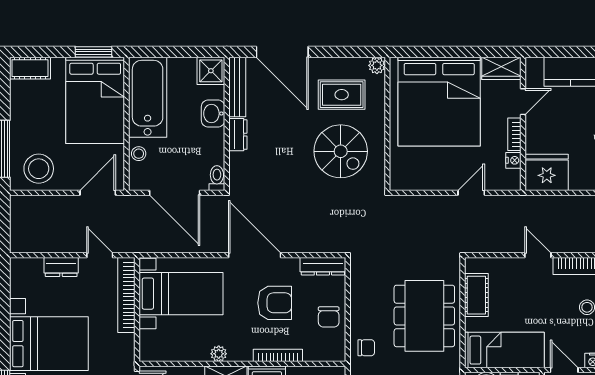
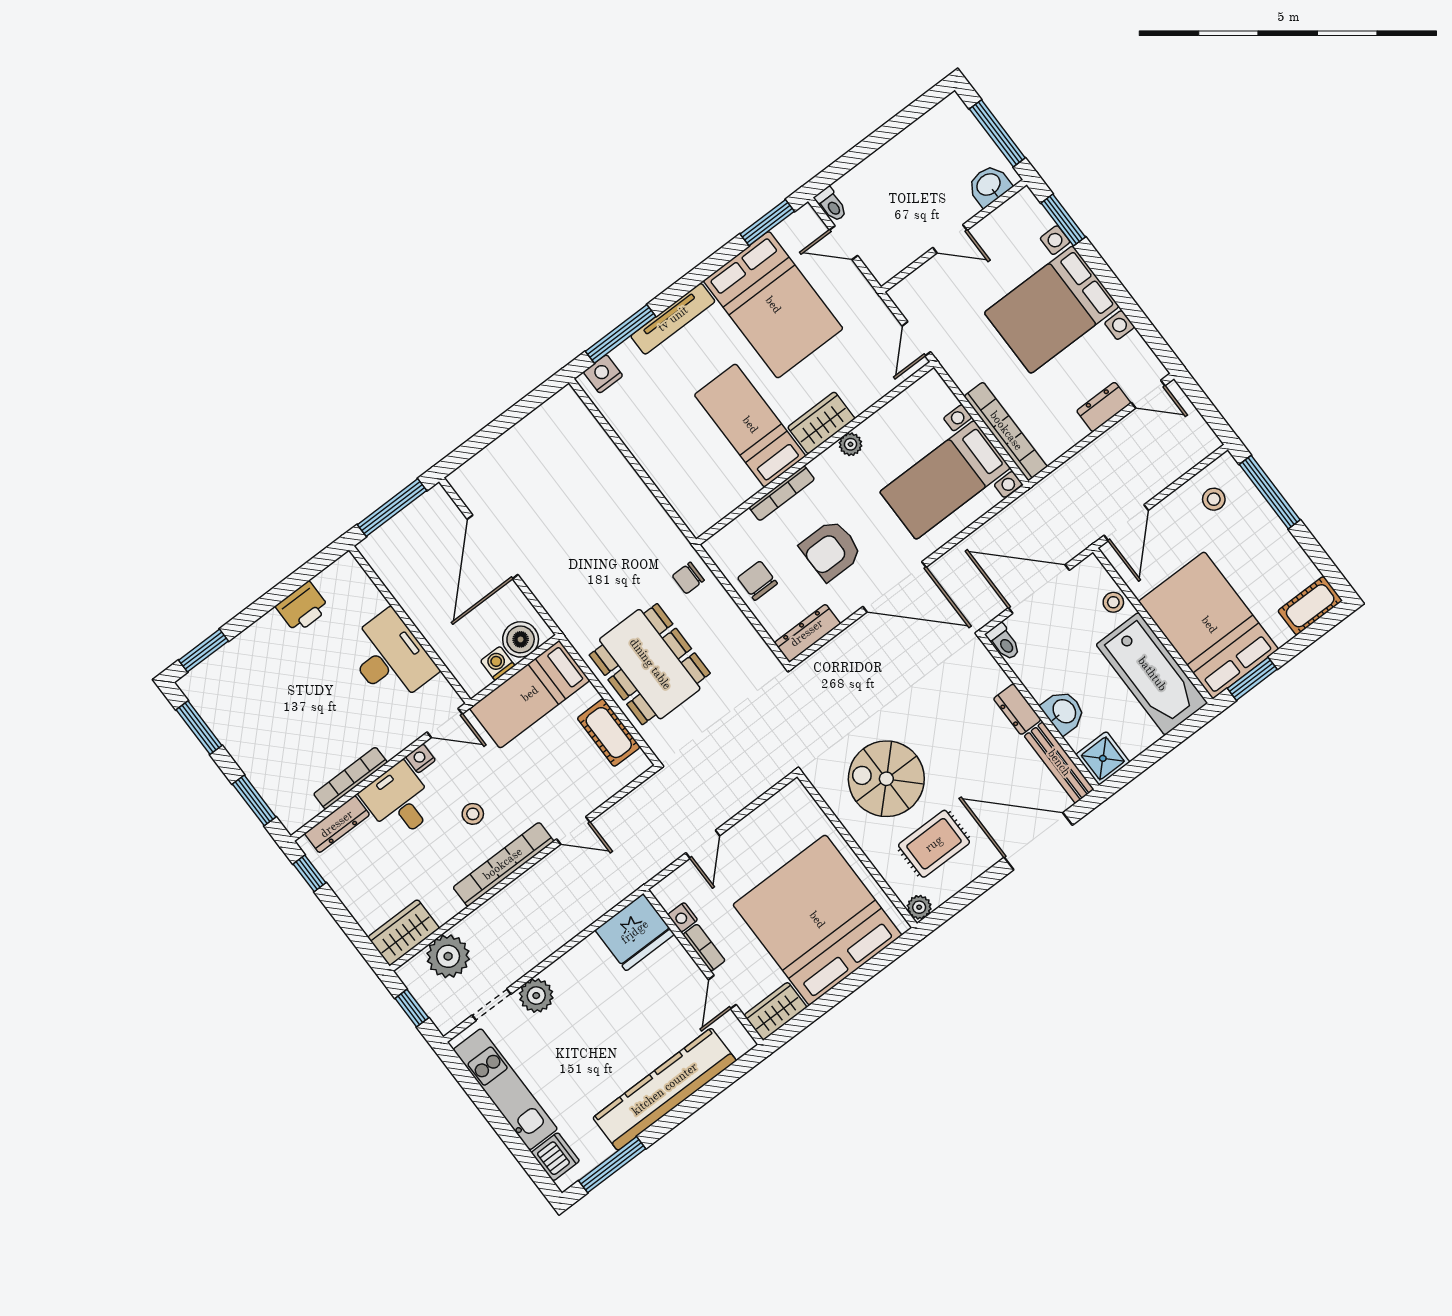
stool: (39, 169) -> (1214, 499), width x0.53, depth x0.53
door: (100, 255) -> (1148, 394), moved

